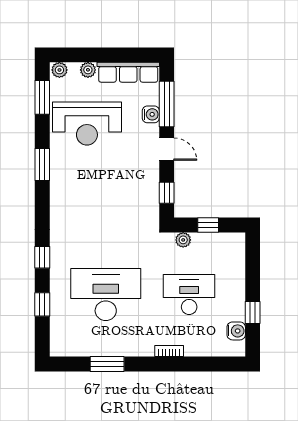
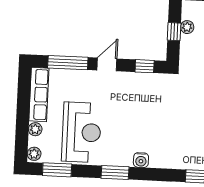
water cooler: (151, 114) -> (141, 160), moved, turned 180
plant: (183, 240) -> (187, 27), moved

